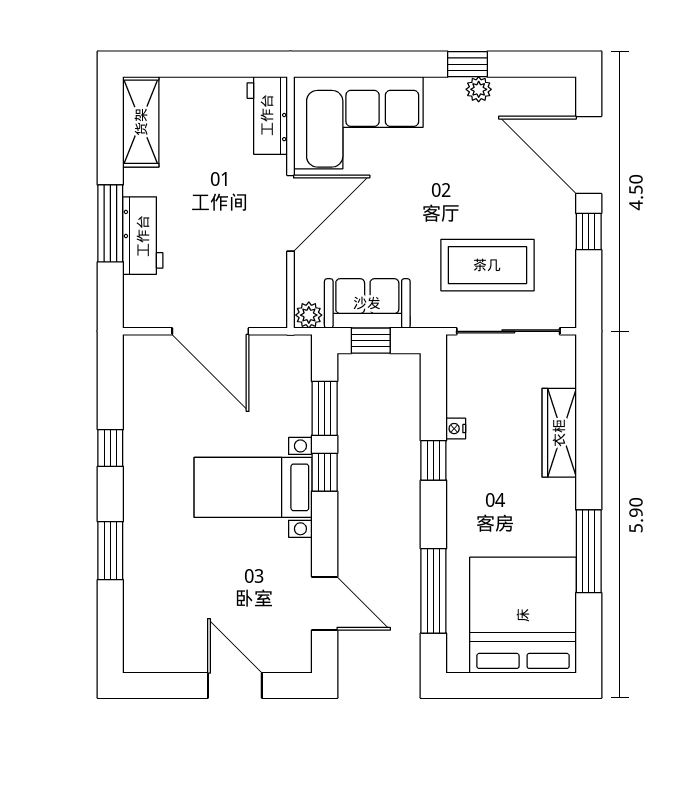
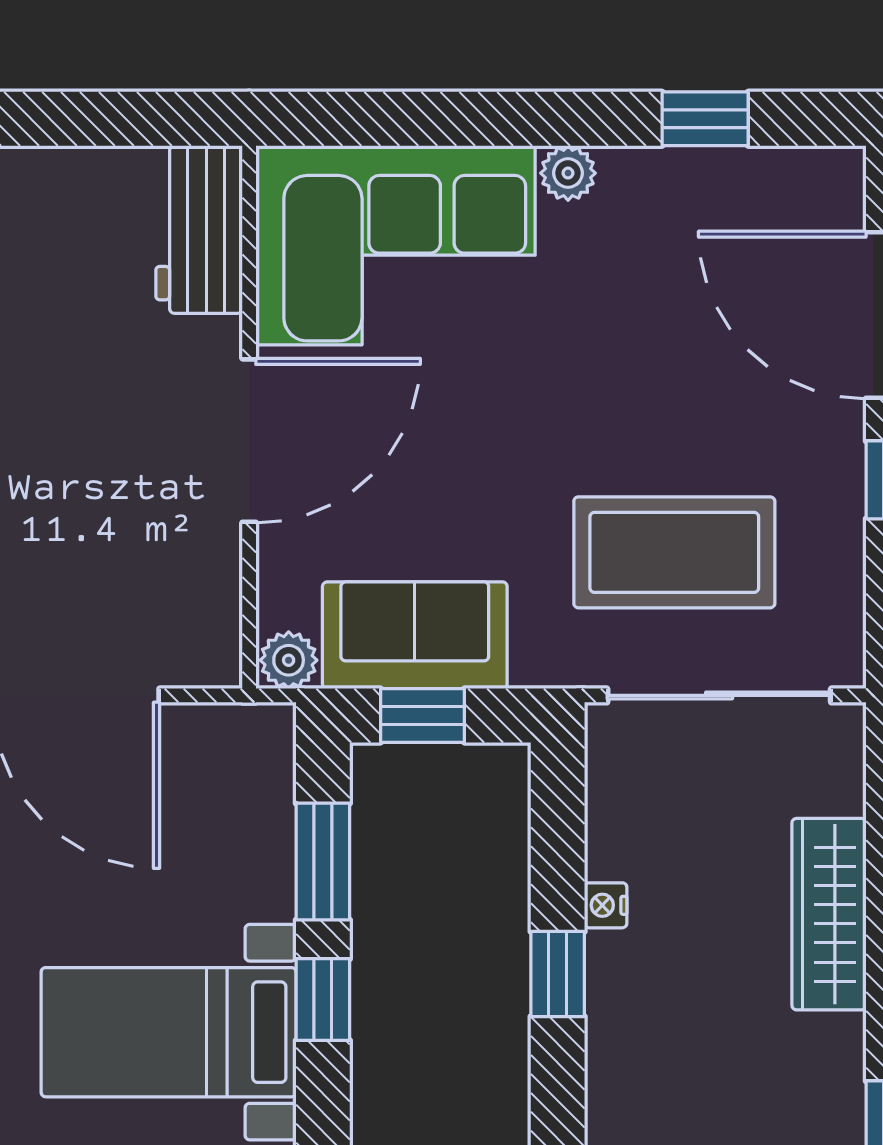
window: (467, 64) -> (705, 119), moved
plant: (479, 89) -> (568, 173), moved

